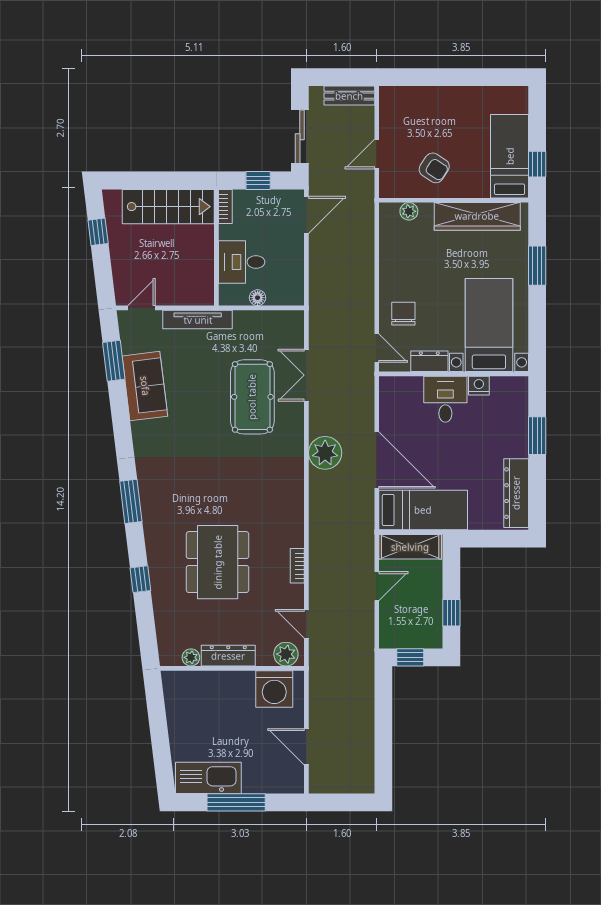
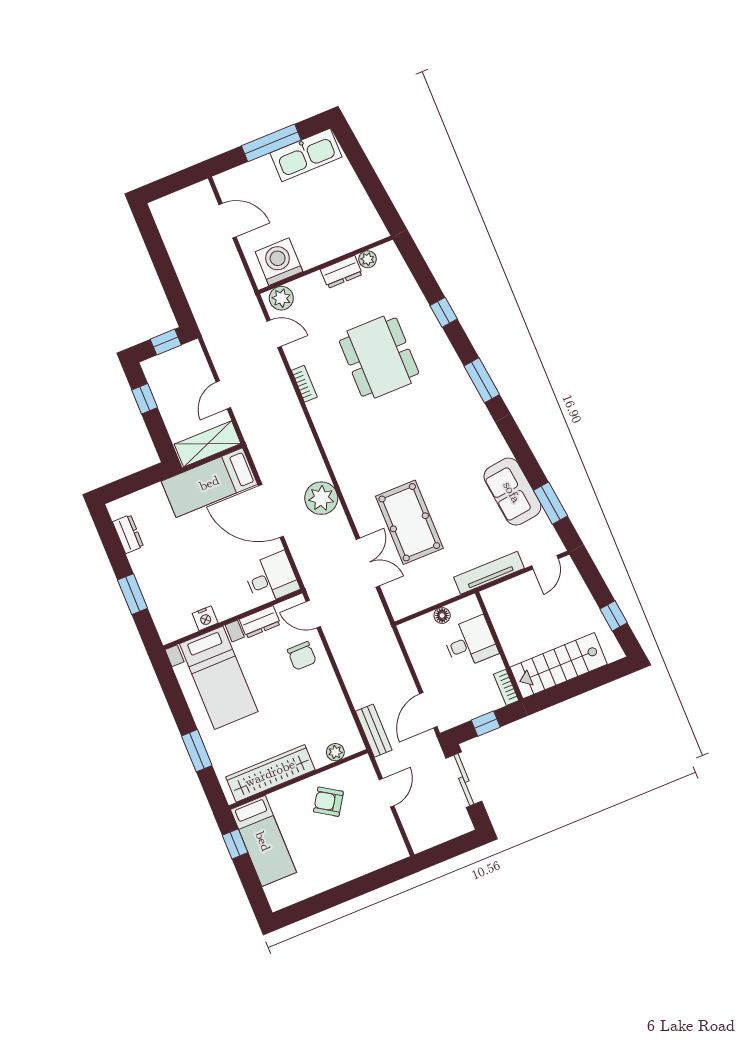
bench: (349, 96) -> (374, 731), moved, turned 90
desk: (445, 399) -> (271, 578), moved, turned -90
dresser: (516, 493) -> (128, 534), width x0.51, depth x0.80
dresser: (228, 656) -> (341, 272), width x0.70

